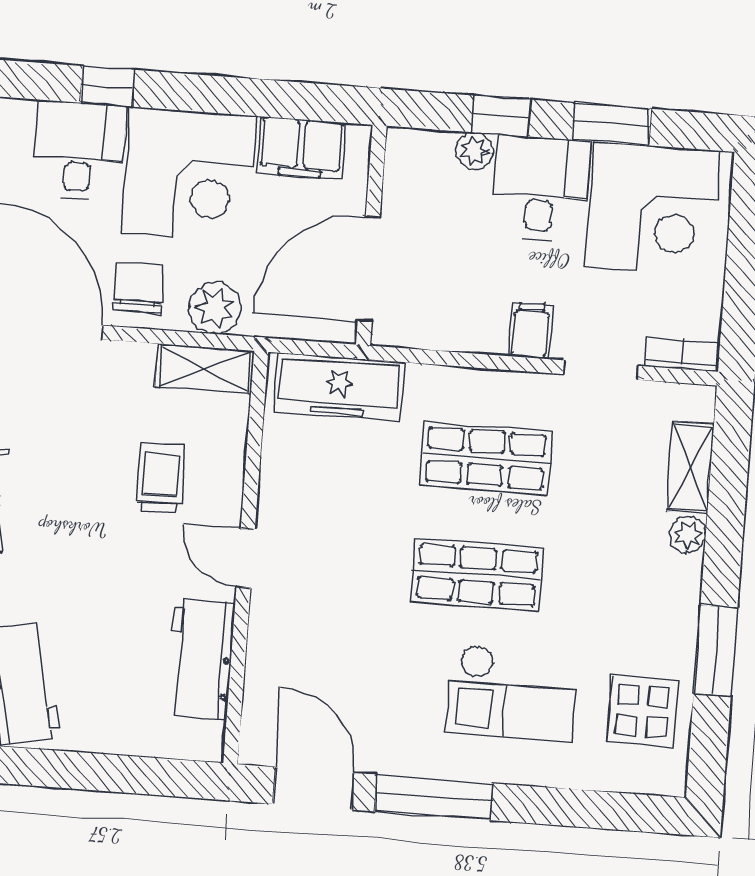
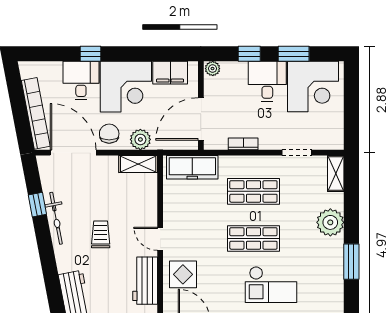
plant: (474, 151) -> (213, 69), moved
filing cabinet: (531, 331) -> (268, 139), removed
bookcase: (683, 355) -> (243, 144), moved
shelving: (691, 468) -> (336, 173), moved
trolley: (161, 478) -> (101, 234), moved
plant: (688, 535) -> (330, 222), width x1.87, depth x1.87
display table: (642, 711) -> (183, 274), moved

